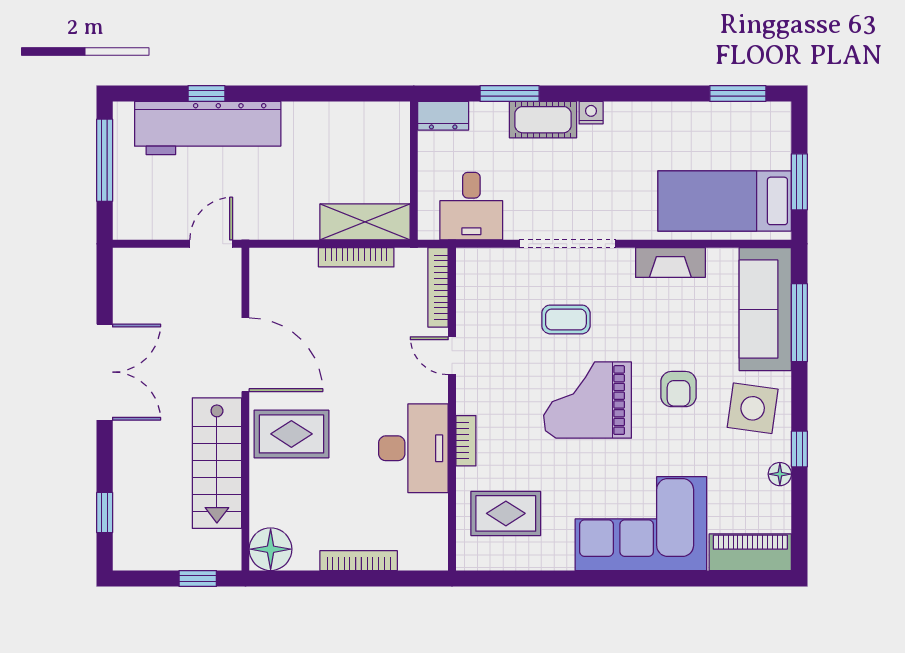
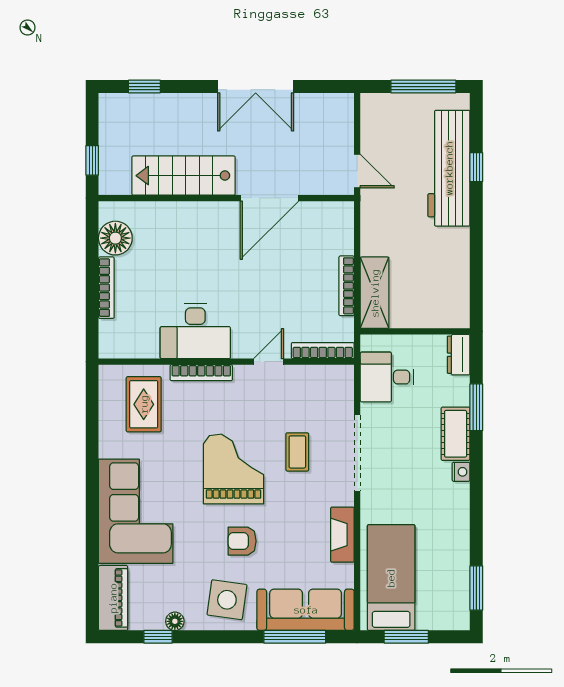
rug: (291, 434) -> (207, 235), removed
bookcase: (466, 441) -> (201, 373), width x1.56
window: (799, 449) -> (158, 637), moved
floor lamp: (271, 549) -> (115, 238), moved

